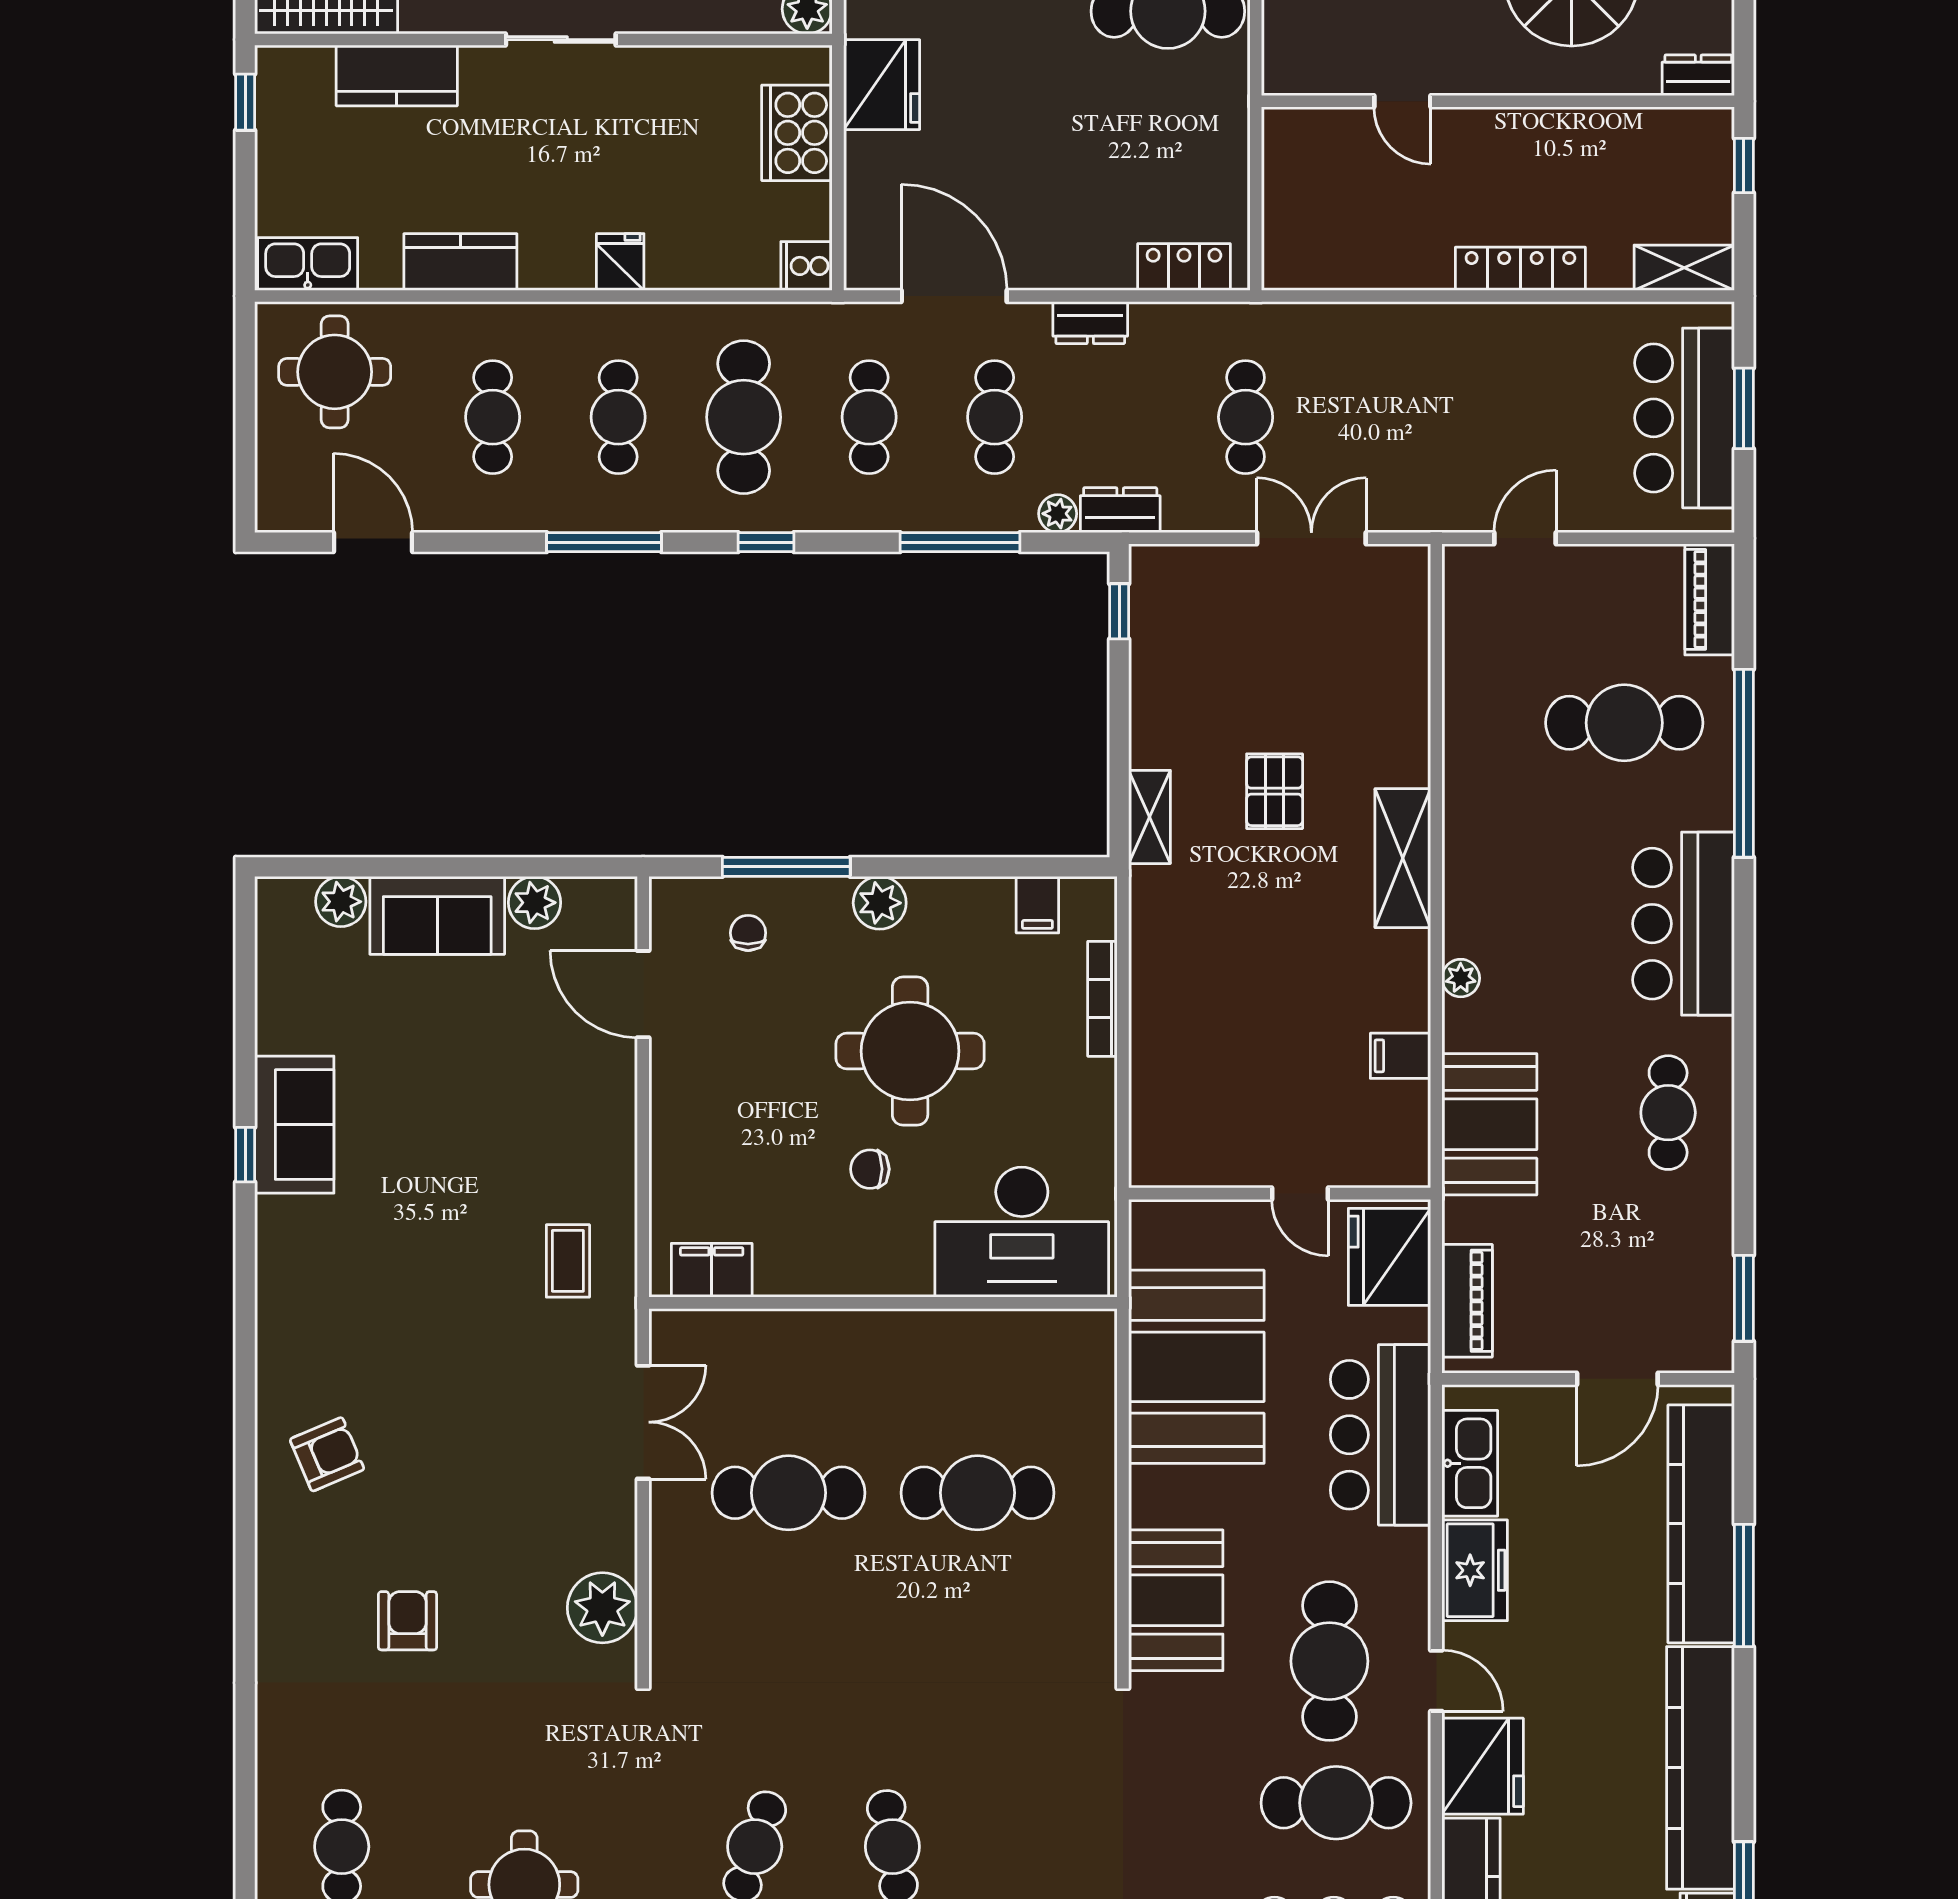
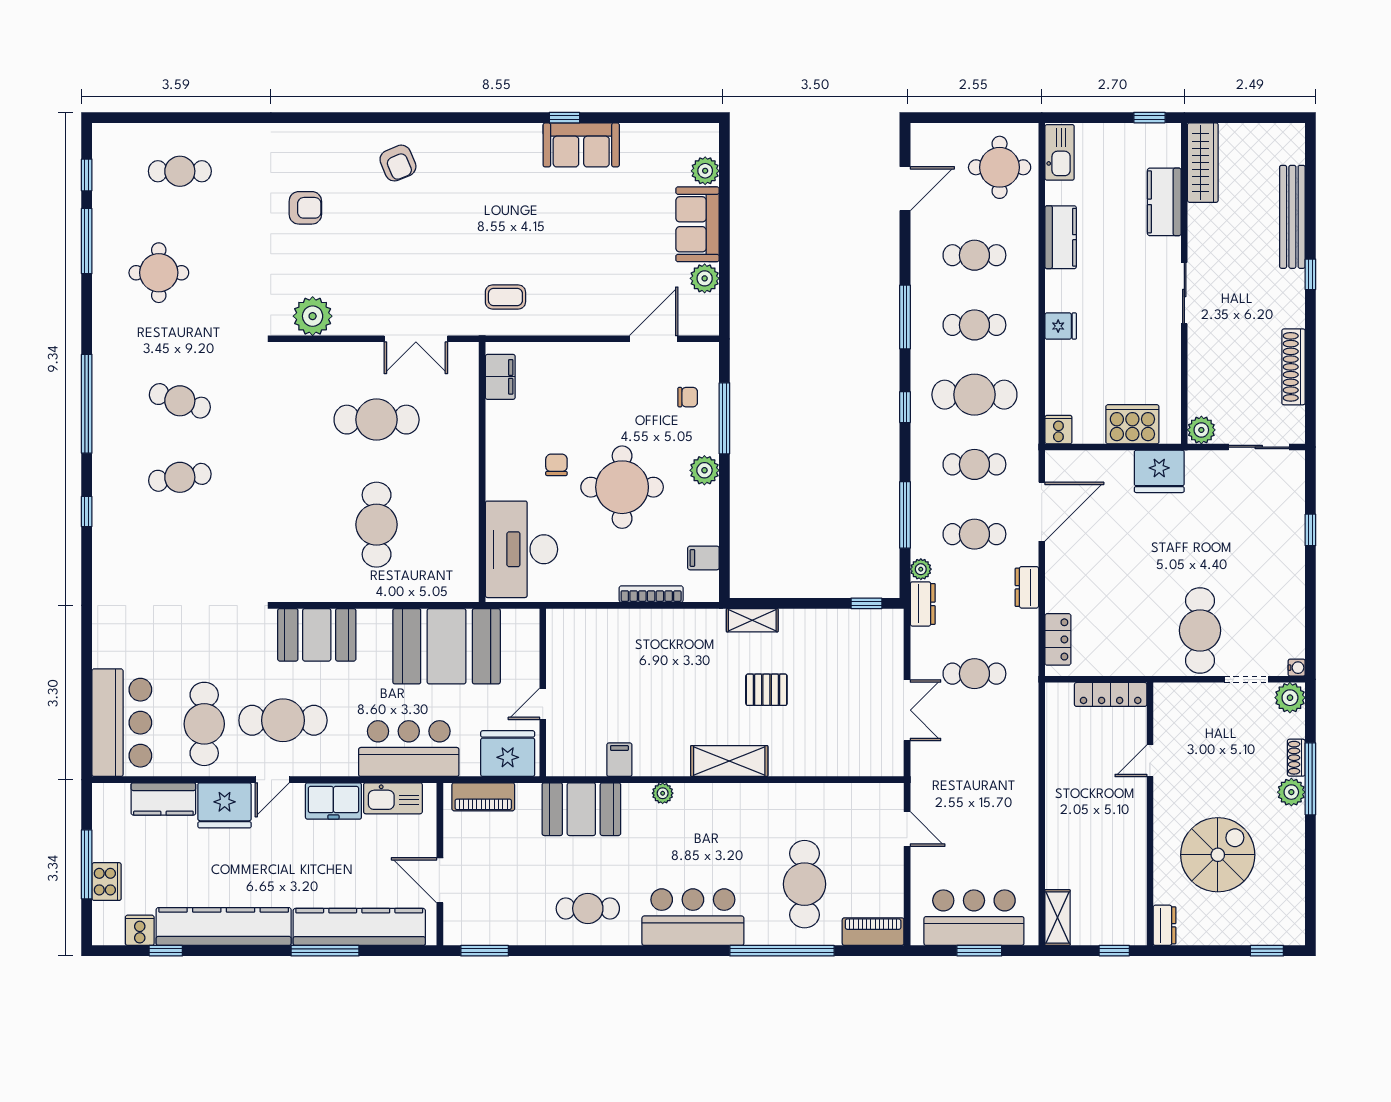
locker: (1520, 269) -> (1111, 694), moved, turned 90
cafe table: (788, 1493) -> (377, 420), turned 90

